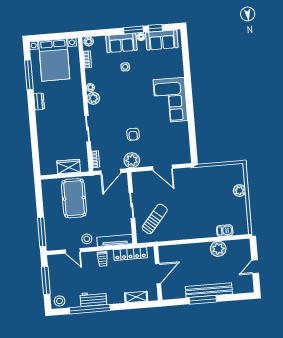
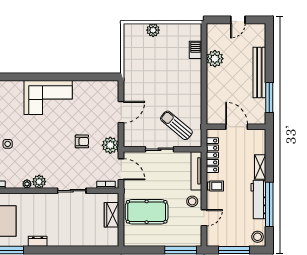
door: (255, 267) -> (238, 20), hinge flipped
shelving: (136, 297) -> (260, 167), moved
workbench: (93, 299) -> (258, 200), width x1.38
window: (203, 300) -> (269, 98), moved

